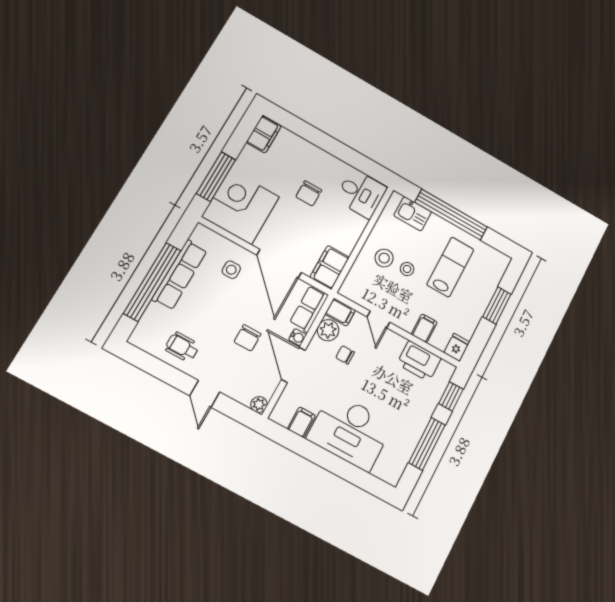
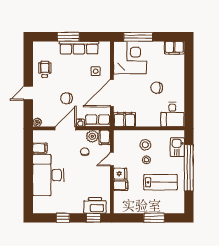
window: (152, 282) -> (68, 37), width x0.47
fridge: (457, 347) -> (120, 174), moved
printer: (419, 361) -> (95, 205), moved, turned 90
window: (427, 444) -> (63, 218), width x0.46

